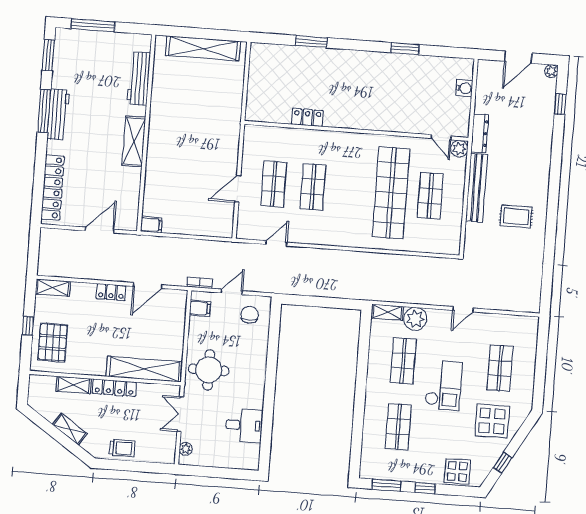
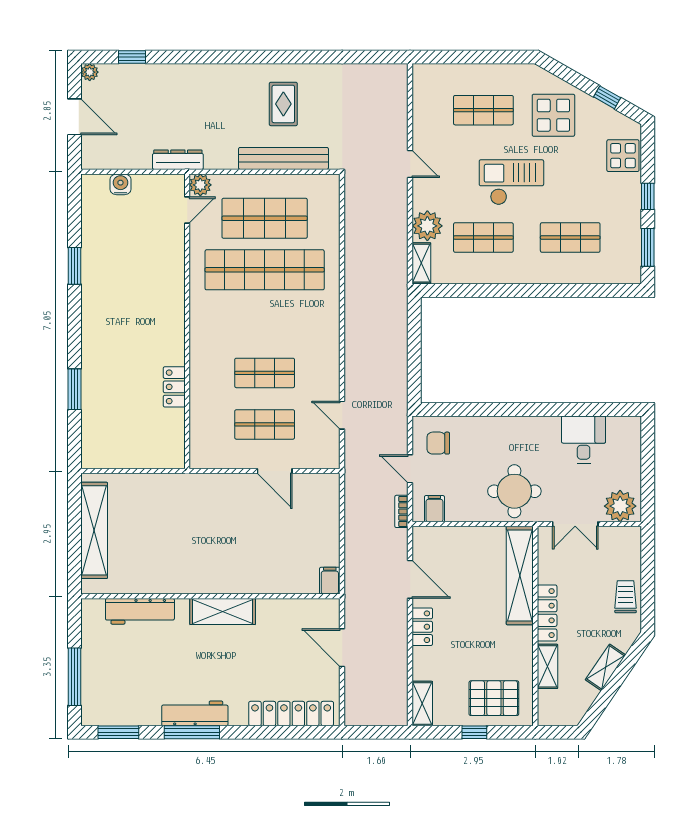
bench: (477, 188) -> (283, 158), moved
shop shelf: (430, 196) -> (265, 218), width x1.43, depth x1.36
plant: (186, 449) -> (620, 506), width x1.87, depth x1.87

